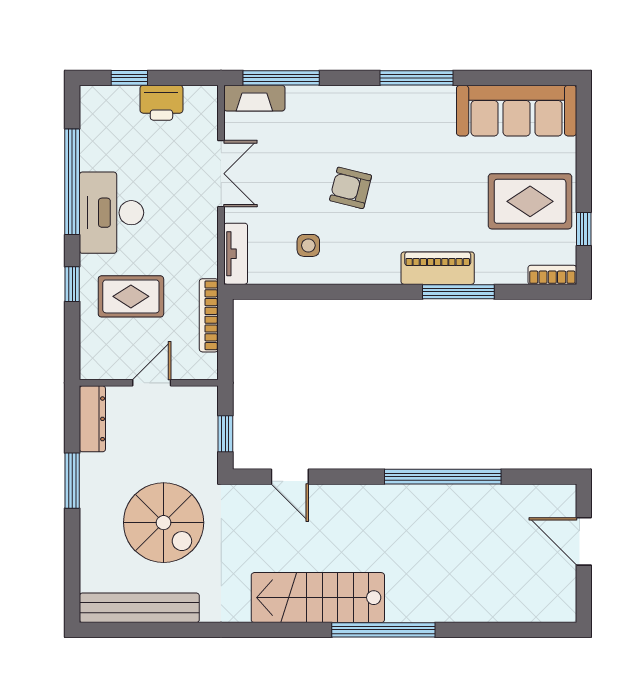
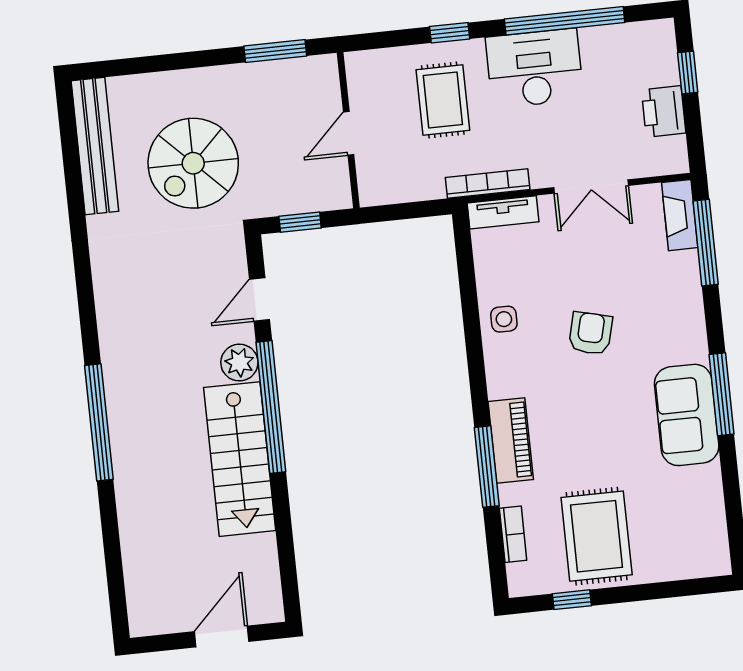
sofa: (517, 111) -> (687, 415), moved, width x0.73
side table: (308, 245) -> (504, 319), moved
bookcase: (552, 275) -> (513, 534), moved
bookcase: (209, 315) -> (488, 184), moved
door: (152, 383) -> (349, 133), swing flipped
dresser: (92, 419) -> (301, 71), removed
window: (443, 477) -> (271, 407), moved
window: (72, 481) -> (275, 51), moved
plant: (344, 500) -> (239, 363), added
stairs: (318, 598) -> (240, 459), moved, turned 180

